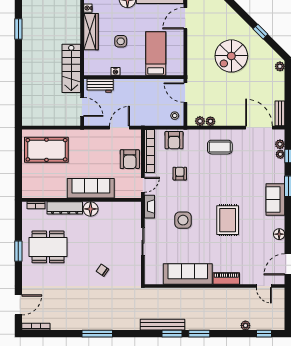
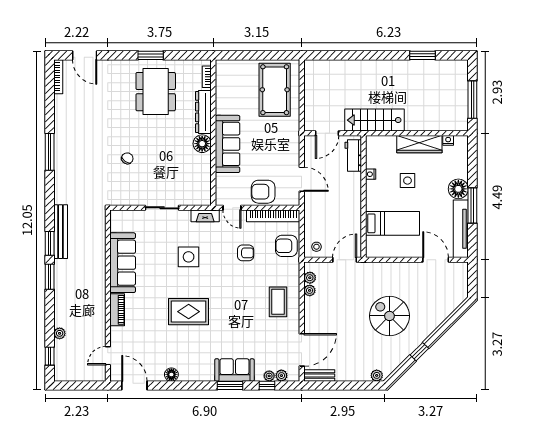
sofa: (275, 200) -> (234, 370), moved

